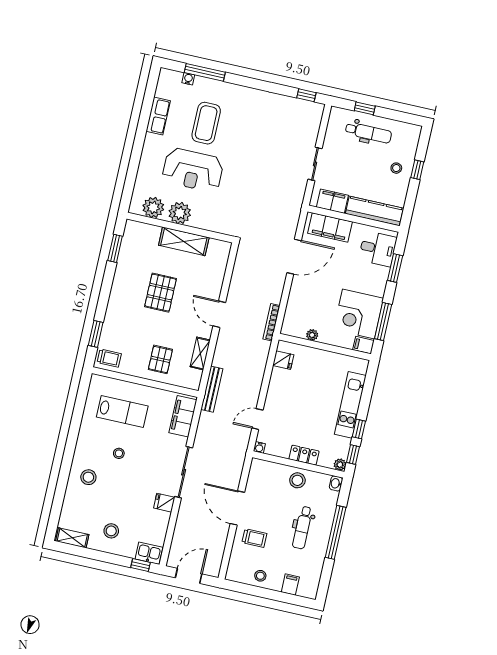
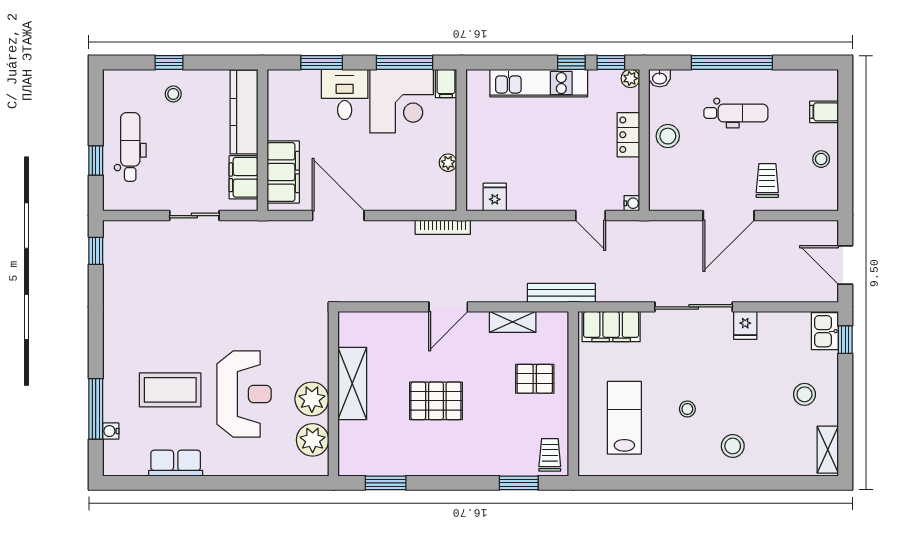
desk: (378, 249) -> (345, 94), moved

